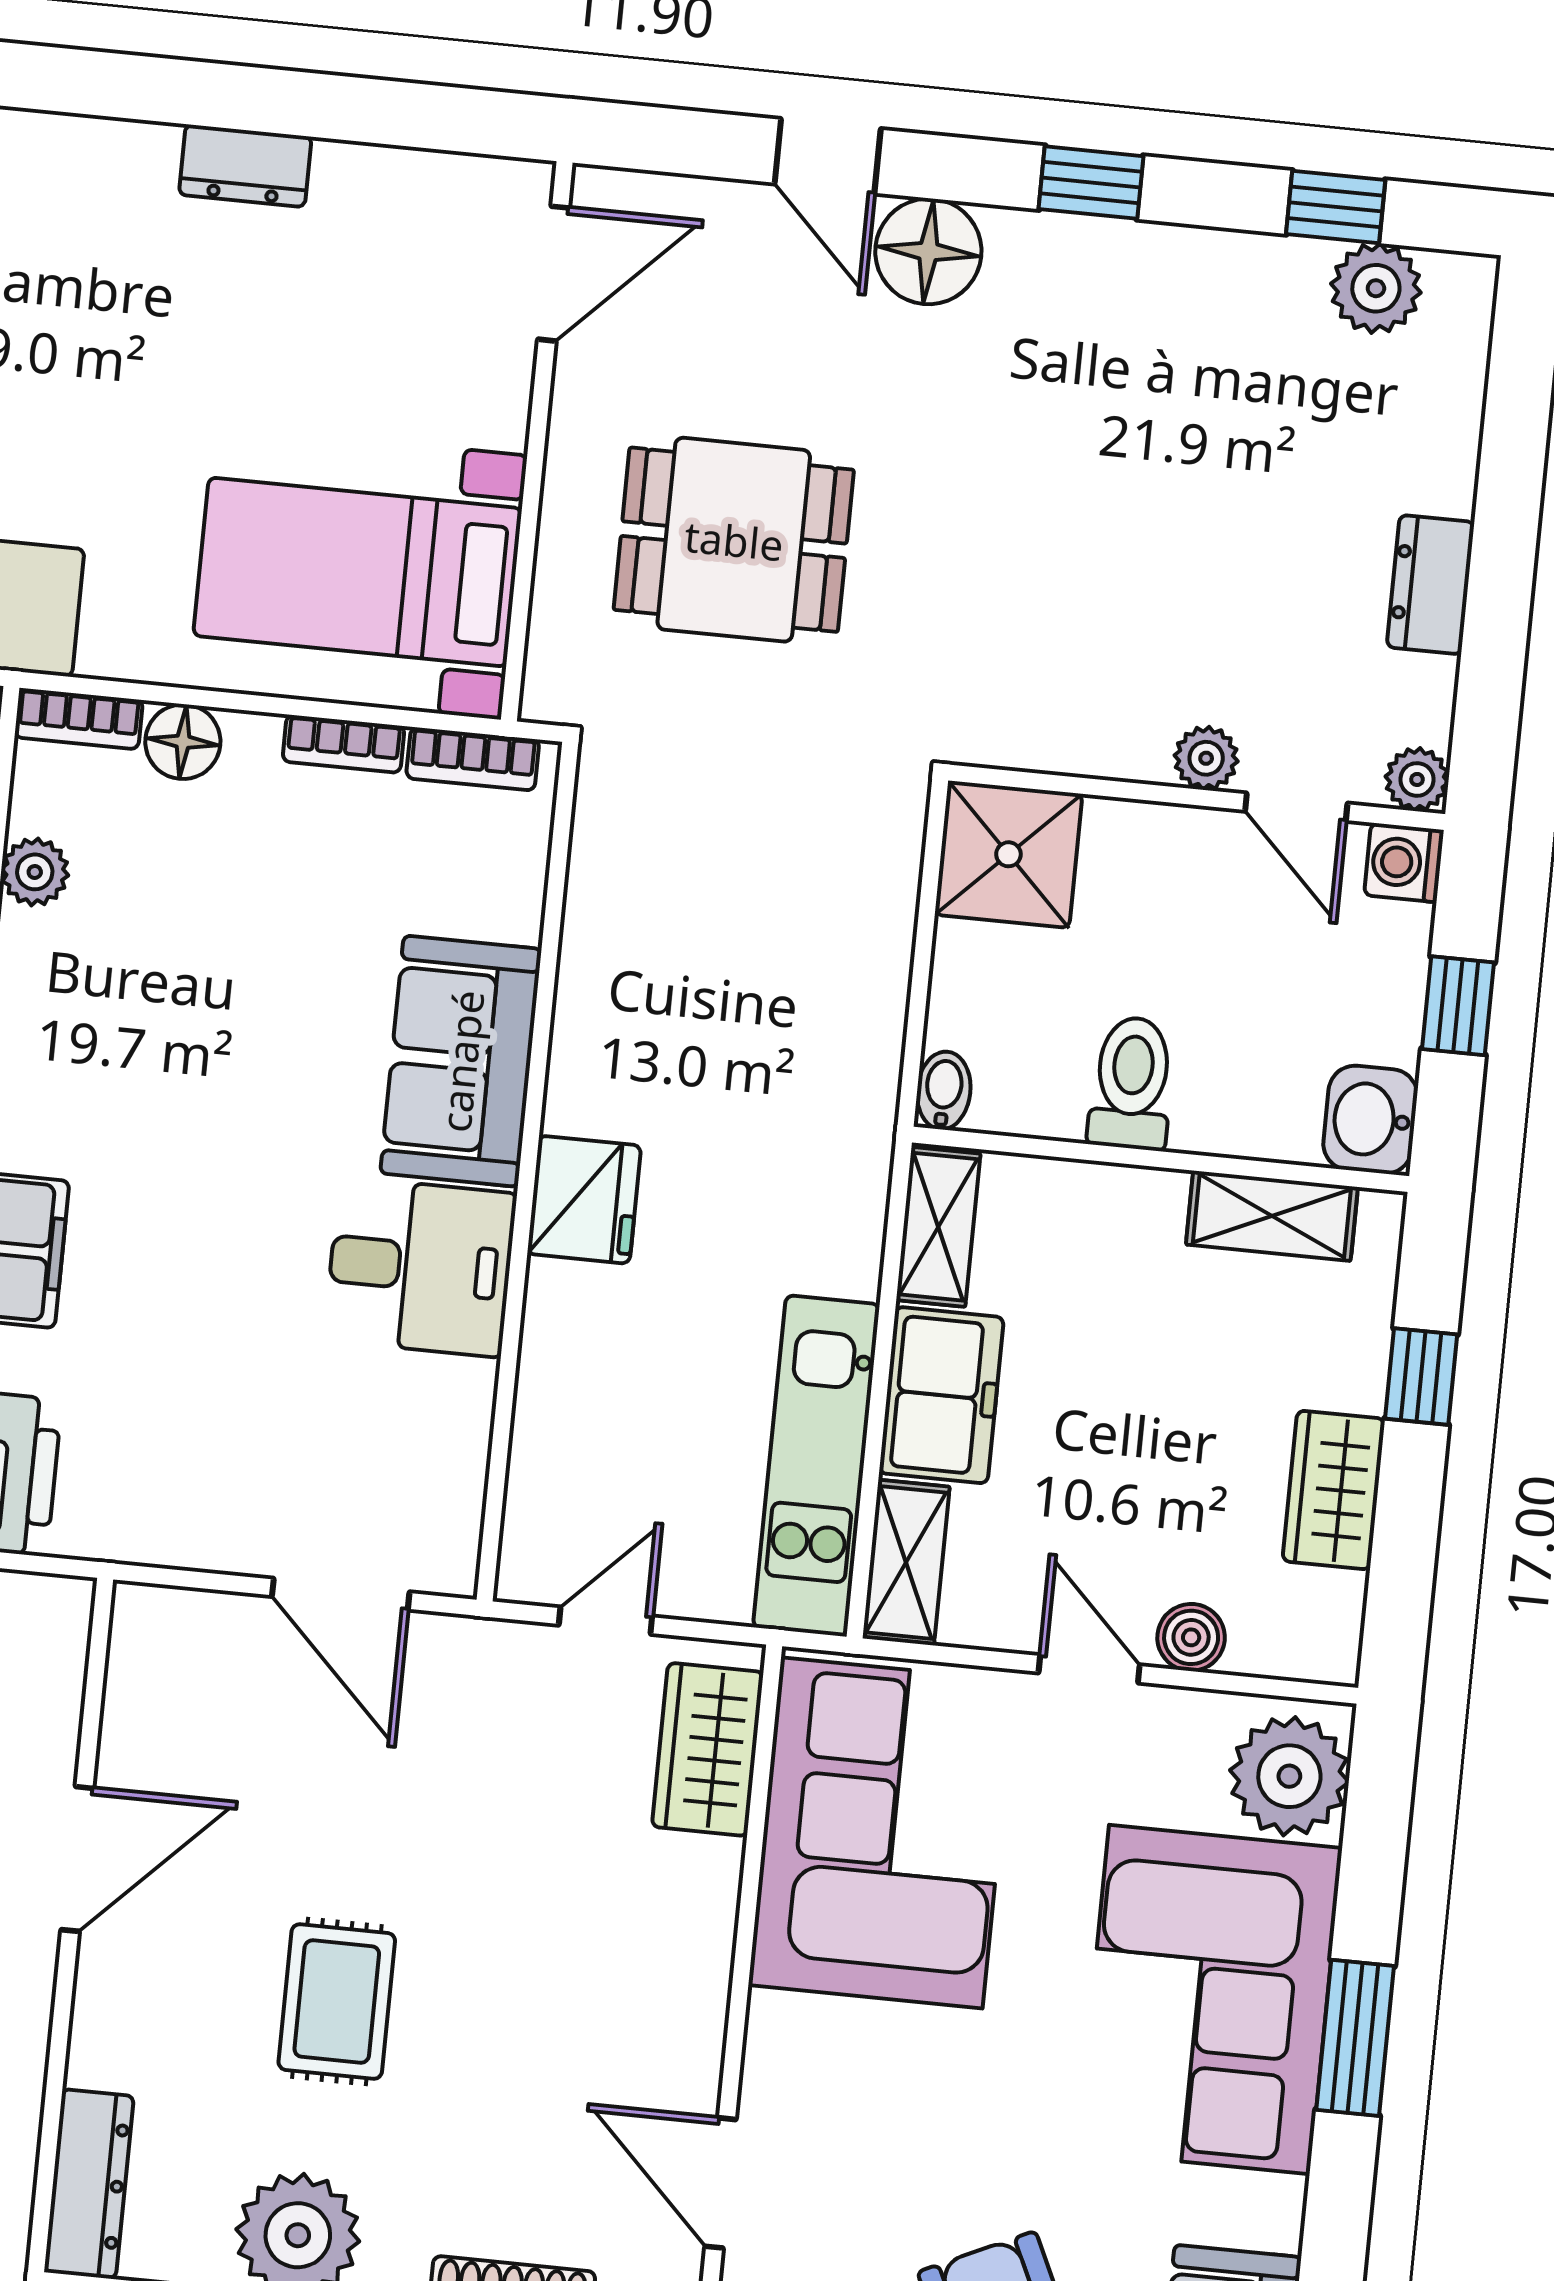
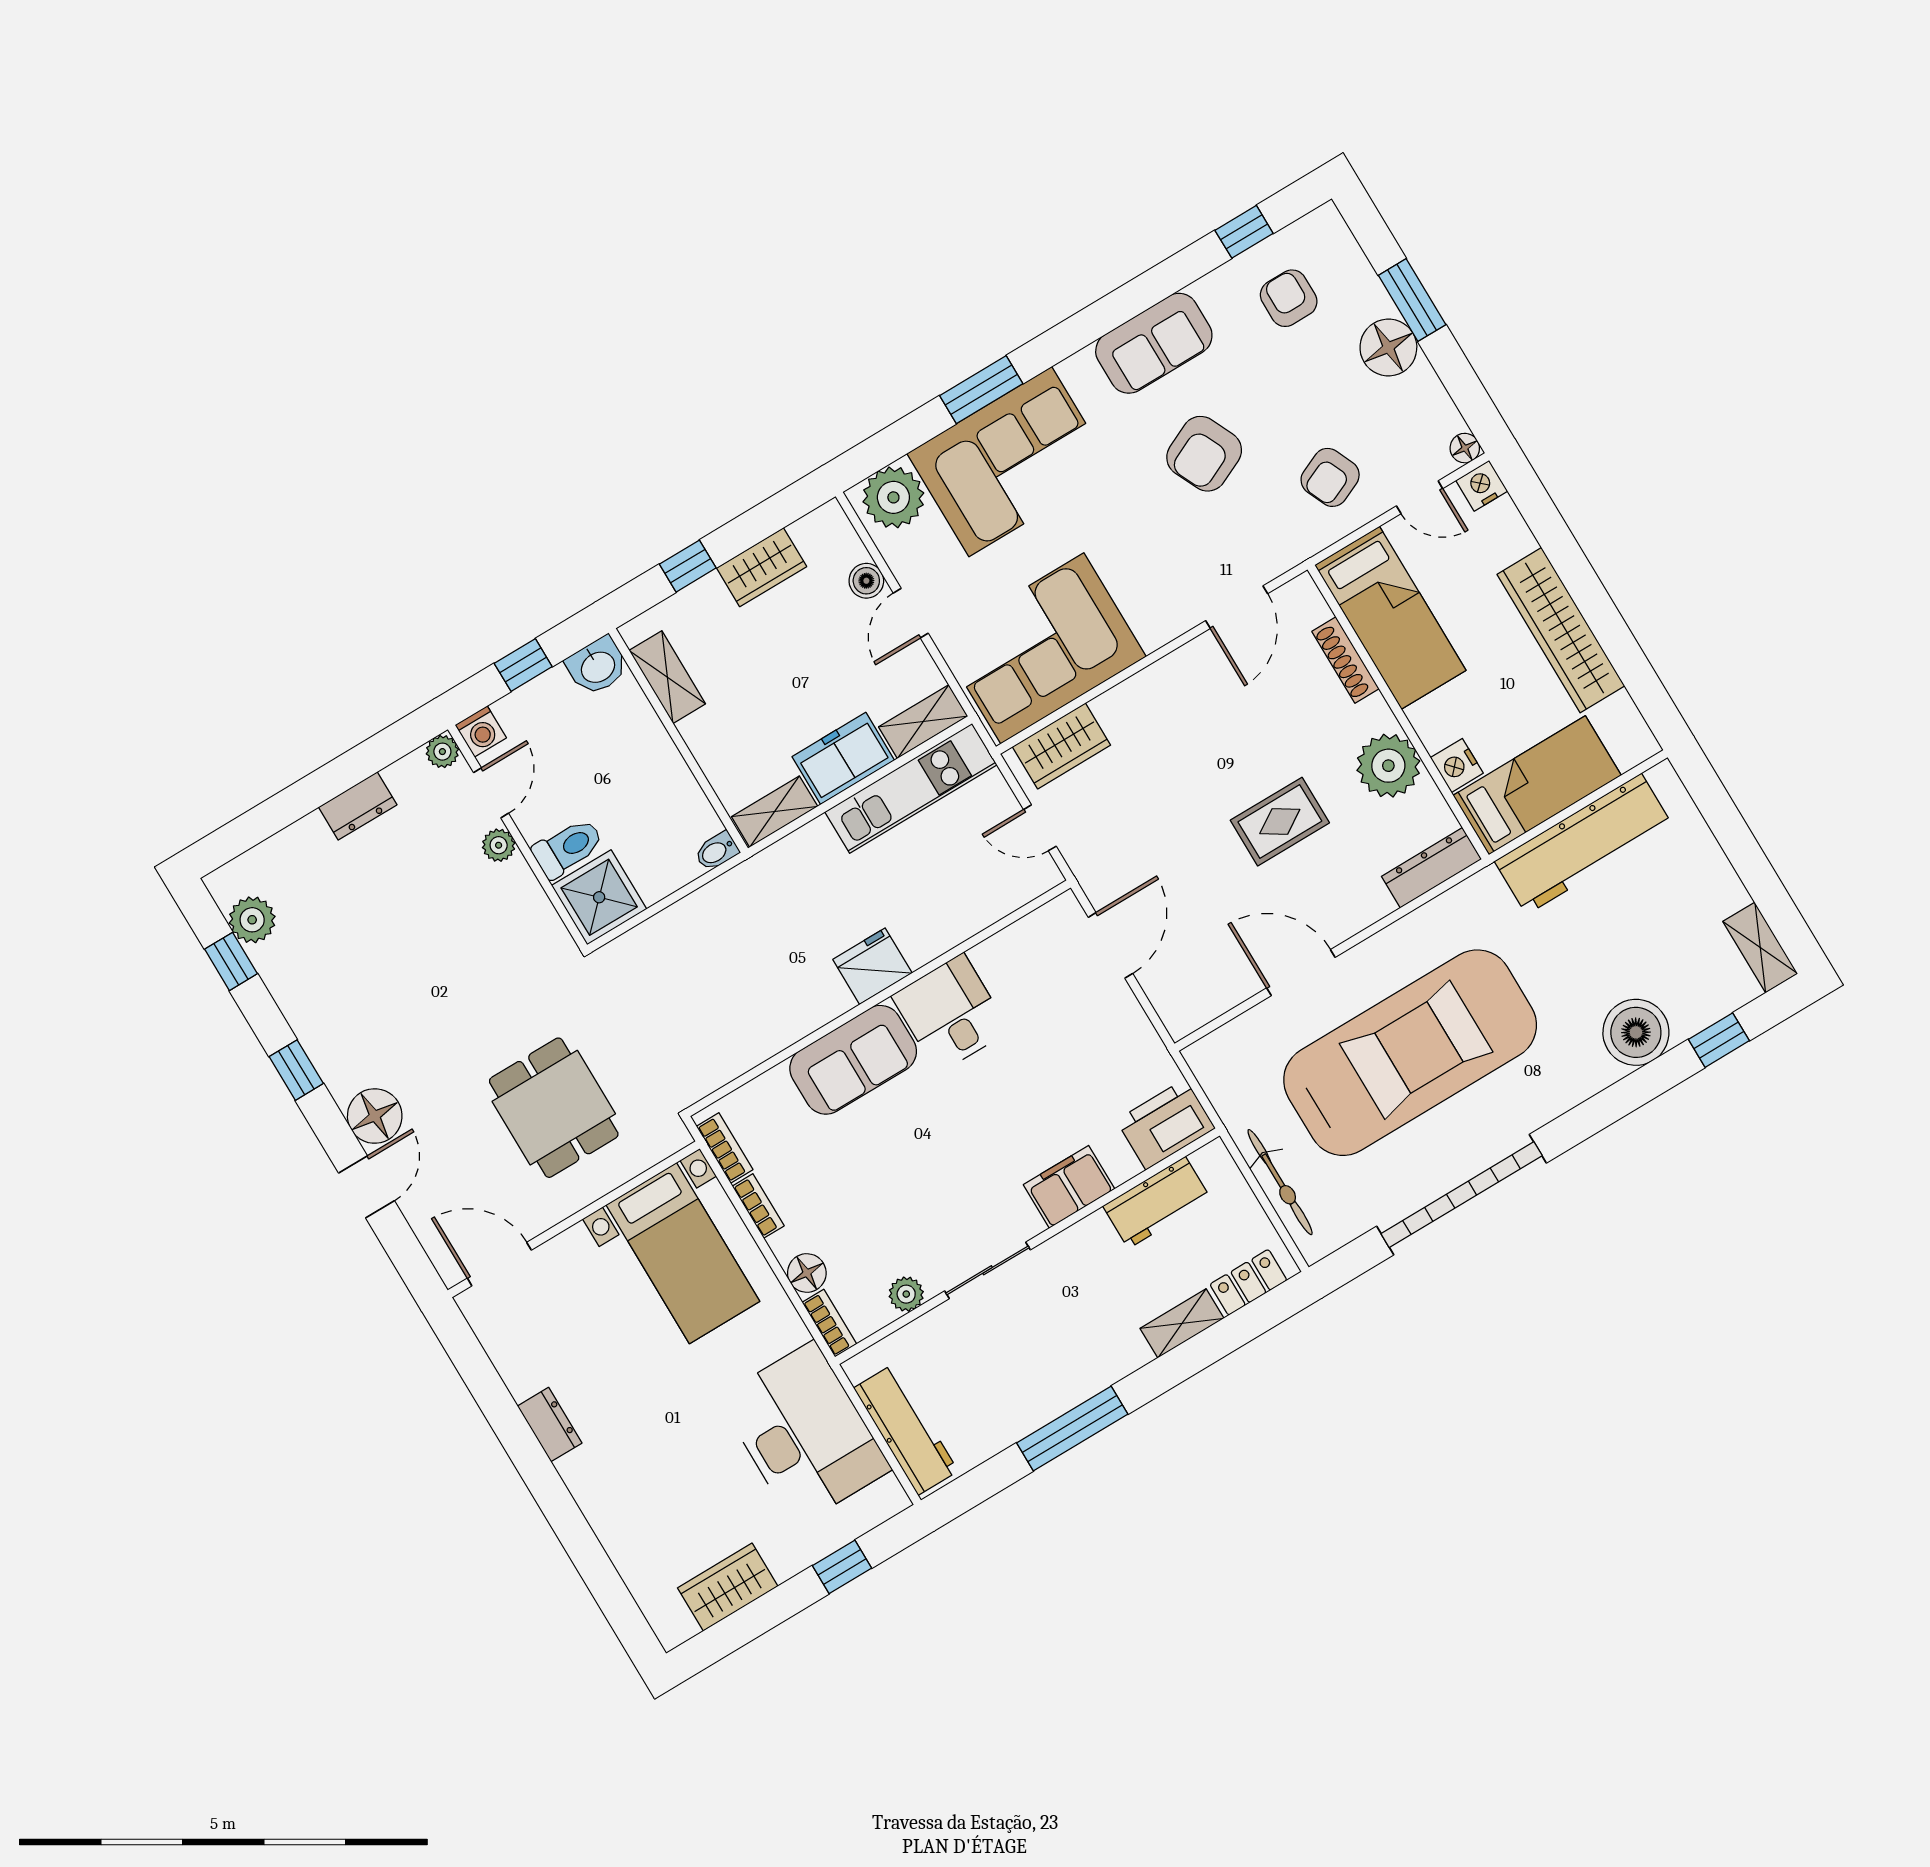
toilet: (1132, 1083) -> (568, 848), moved, turned 180

